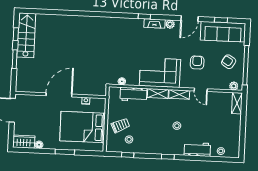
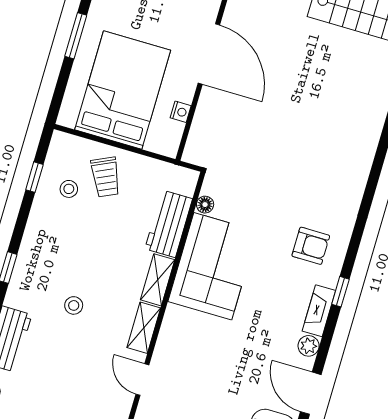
armchair: (197, 62) -> (311, 246), moved
corner sofa: (160, 73) -> (213, 266), moved
door: (201, 90) -> (142, 380), hinge flipped

